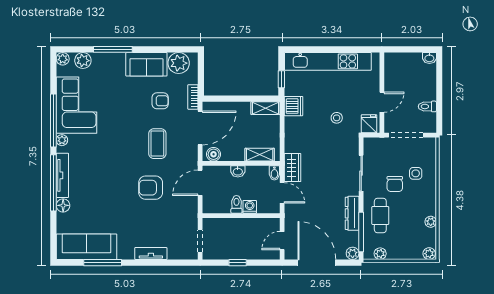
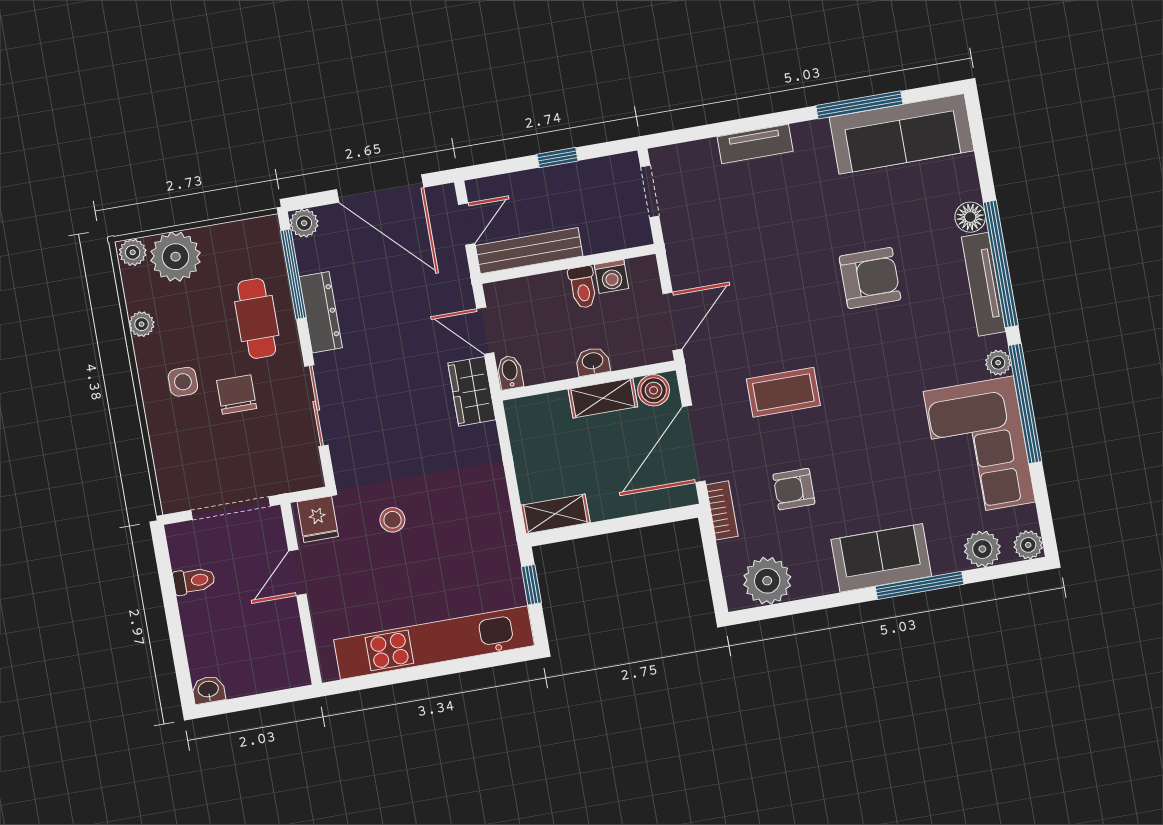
sofa: (146, 64) -> (881, 558), moved
dishwasher: (293, 106) -> (494, 529), removed
coffee table: (157, 144) -> (783, 392), turned 90
shelving: (260, 155) -> (603, 398), moved
side table: (416, 173) -> (183, 382), moved
armchair: (151, 188) -> (870, 278), moved
washing machine: (250, 207) -> (611, 277), moved
bench: (257, 224) -> (529, 251), added
plant: (380, 254) -> (176, 257), moved, width x1.88, depth x1.88

